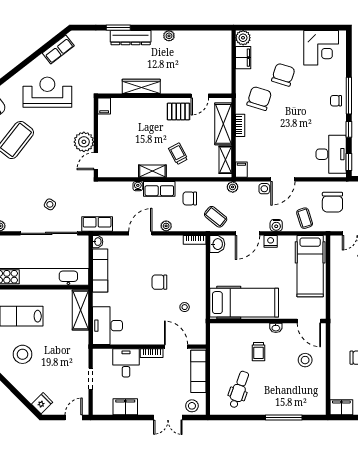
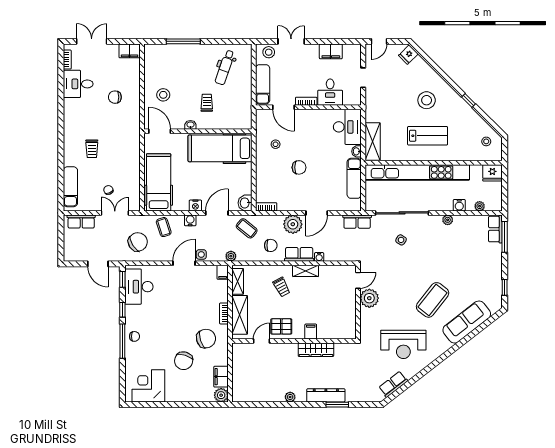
chair: (259, 98) -> (206, 339), turned -125
filing cabinet: (104, 106) -> (311, 332), moved
chair: (332, 202) -> (138, 242), turned 57
plant: (166, 226) -> (293, 224), width x1.87, depth x1.87
washbasin: (98, 242) -> (357, 151), moved

